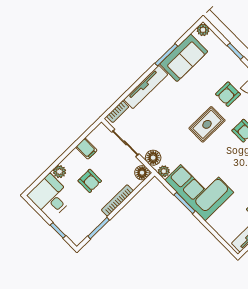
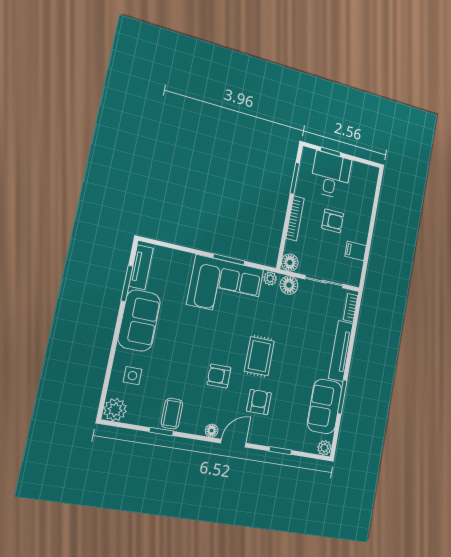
plant: (60, 172) -> (365, 212), removed
armchair: (90, 181) -> (333, 221), turned 180
desk: (50, 197) -> (331, 175), moved, turned -90

